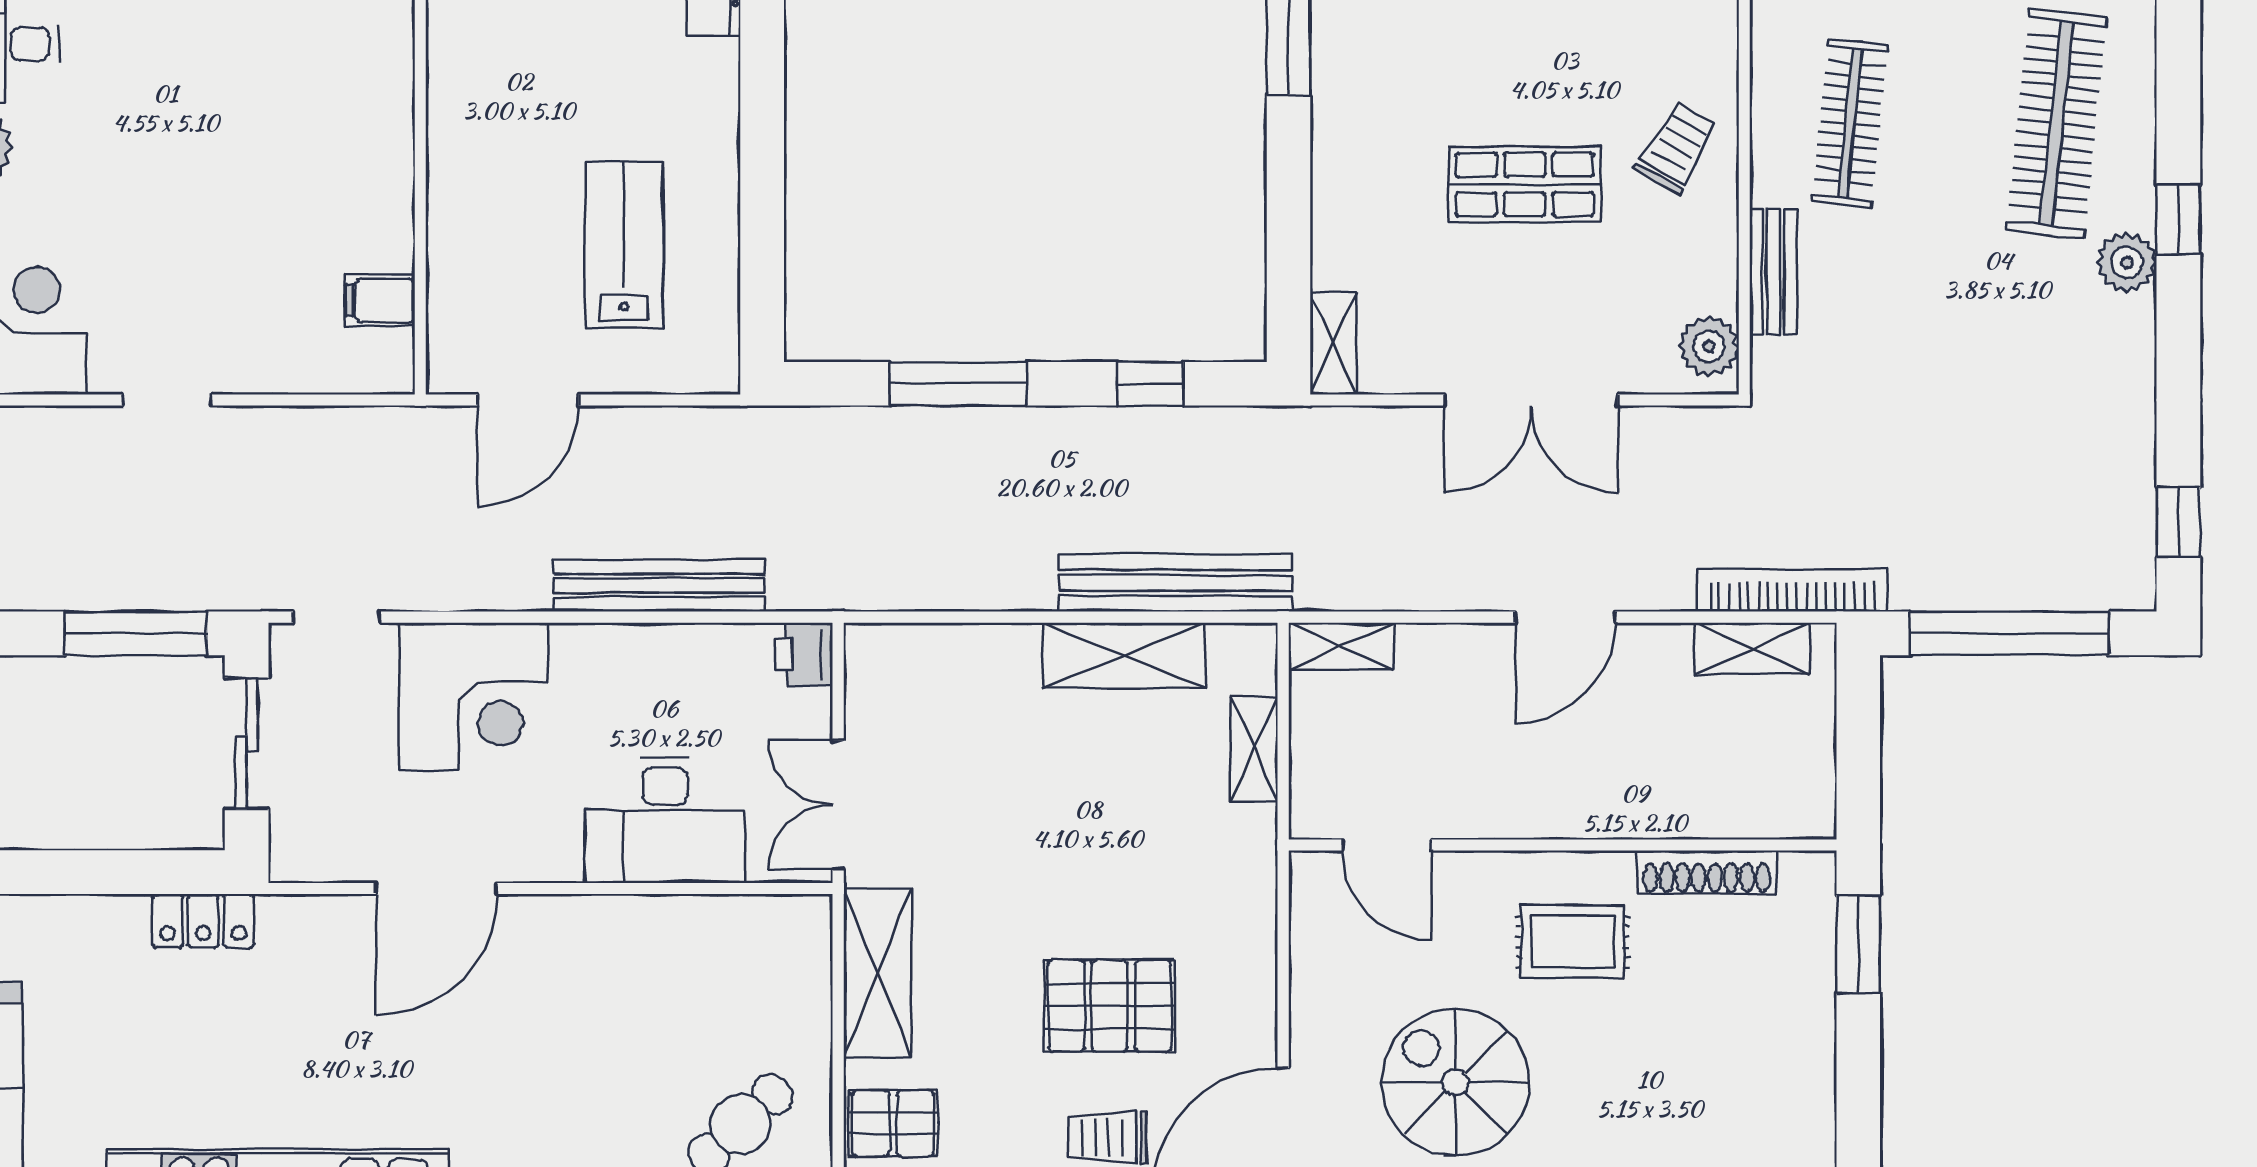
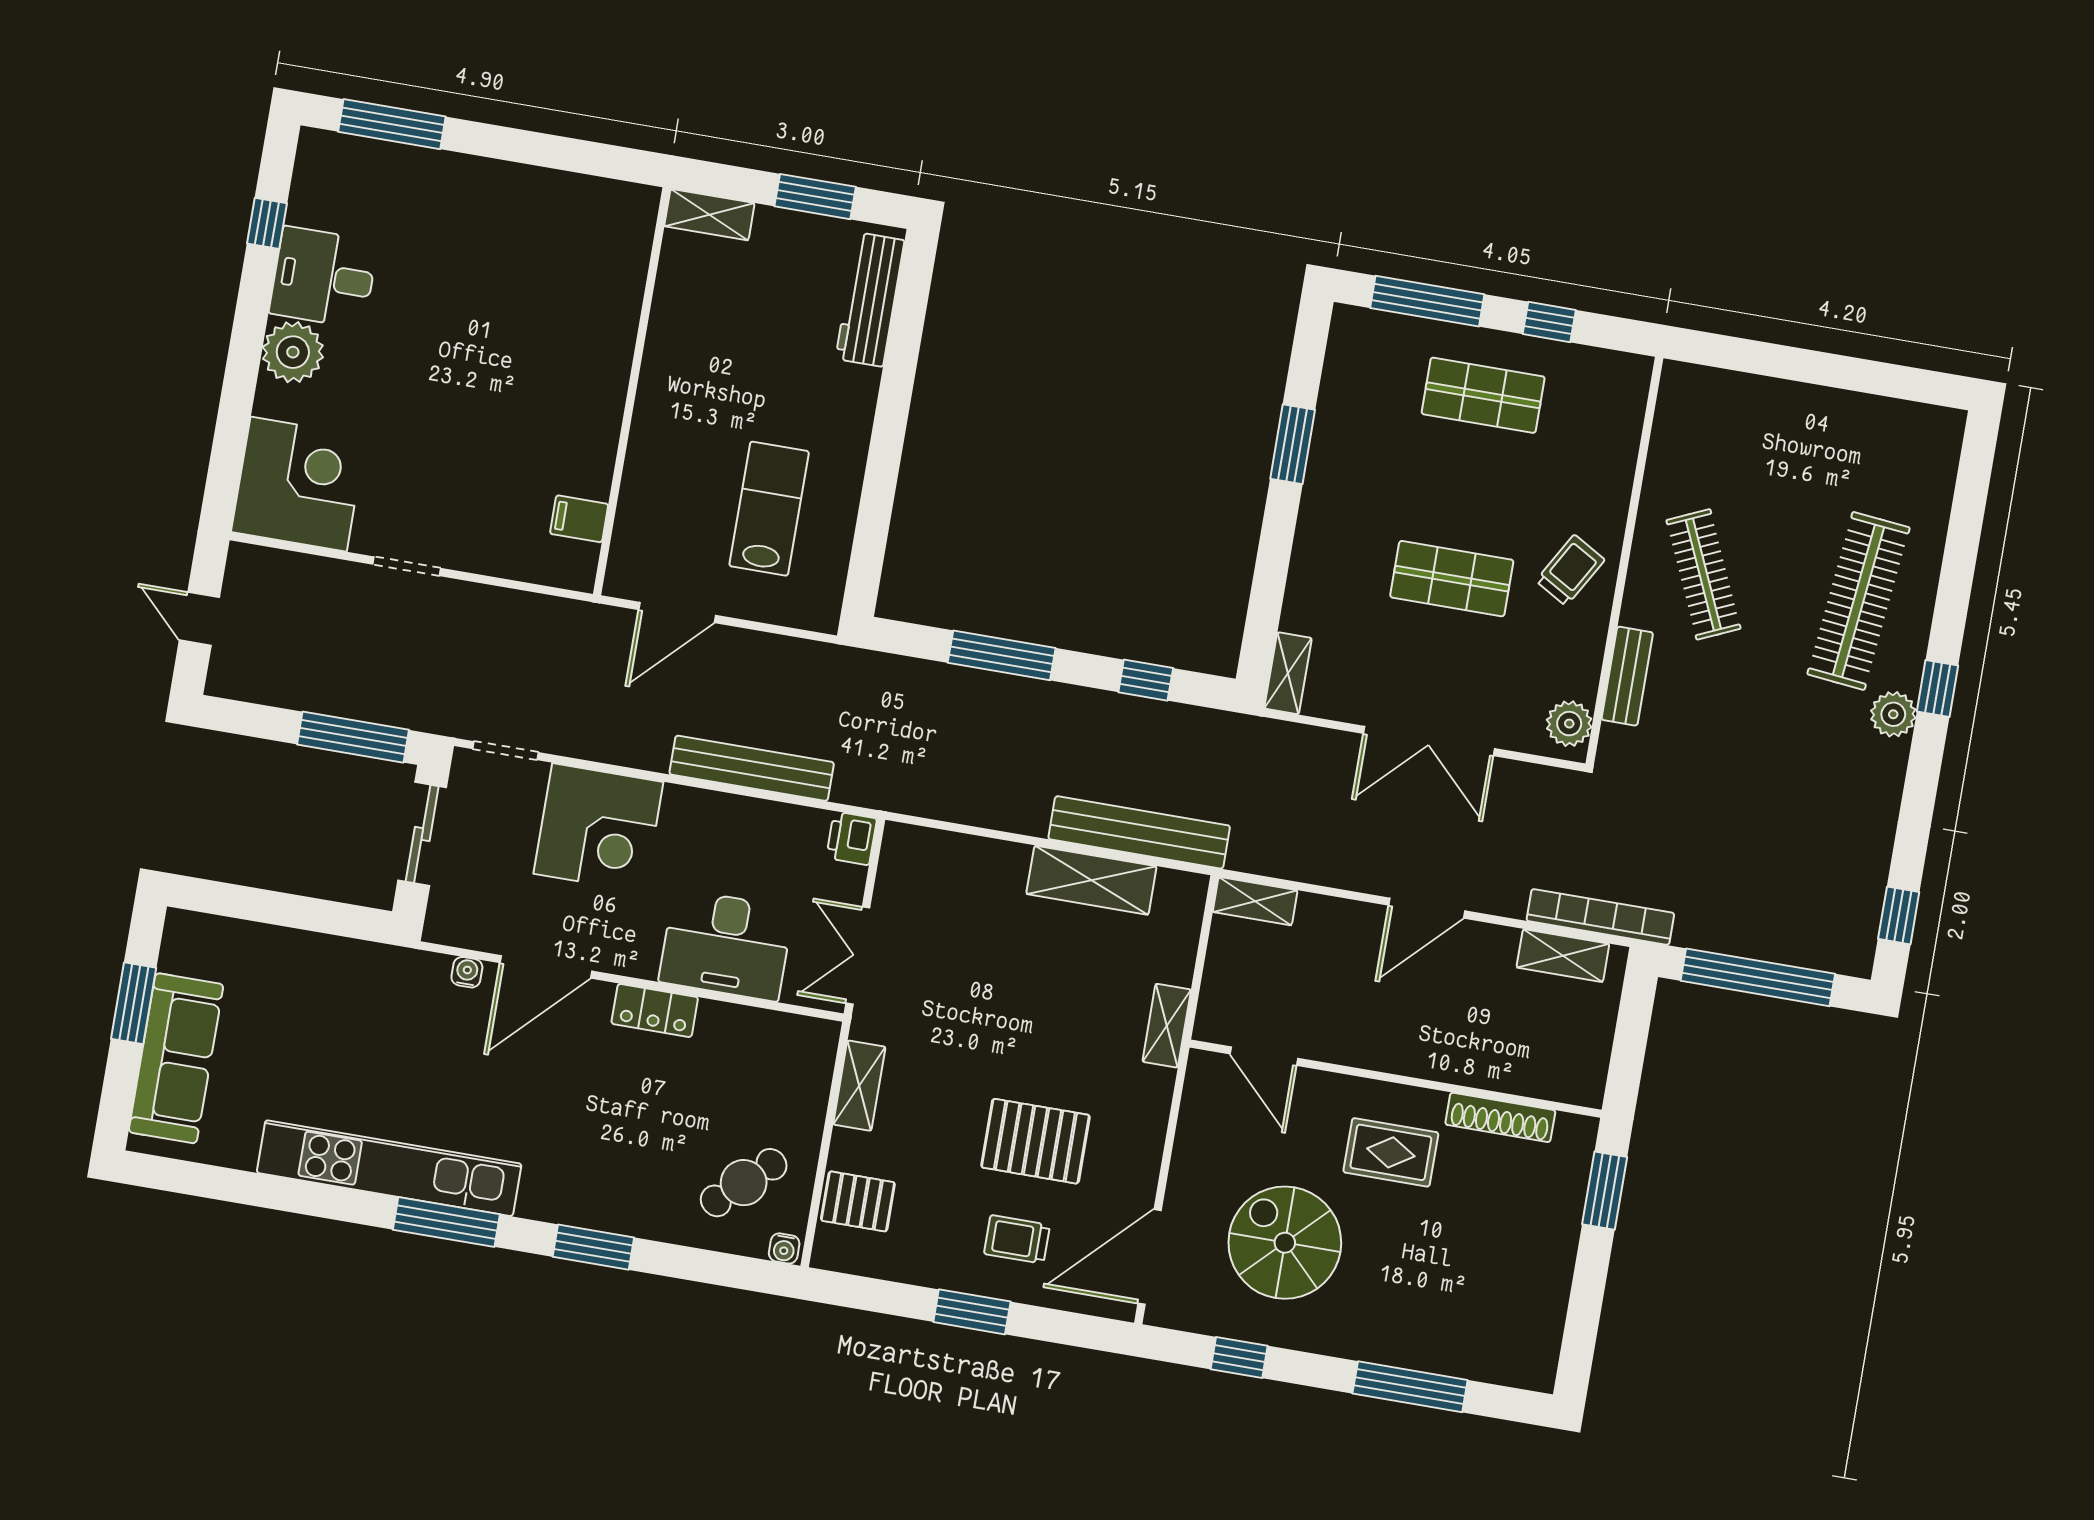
clothes rail: (1850, 123) -> (1703, 574), turned -30
shelving: (1254, 749) -> (1167, 1026), moved
water cooler: (335, 913) -> (467, 972), added
locker: (203, 921) -> (655, 1010), moved
shelving: (877, 973) -> (859, 1086), width x0.67, depth x0.75

